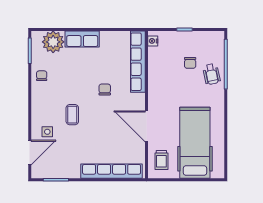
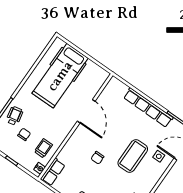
row of seats: (138, 62) -> (53, 172), width x0.50
coffee table: (72, 115) -> (133, 156), width x1.86, depth x1.72
trolley: (161, 160) -> (43, 148), moved
row of seats: (112, 171) -> (148, 108), moved

